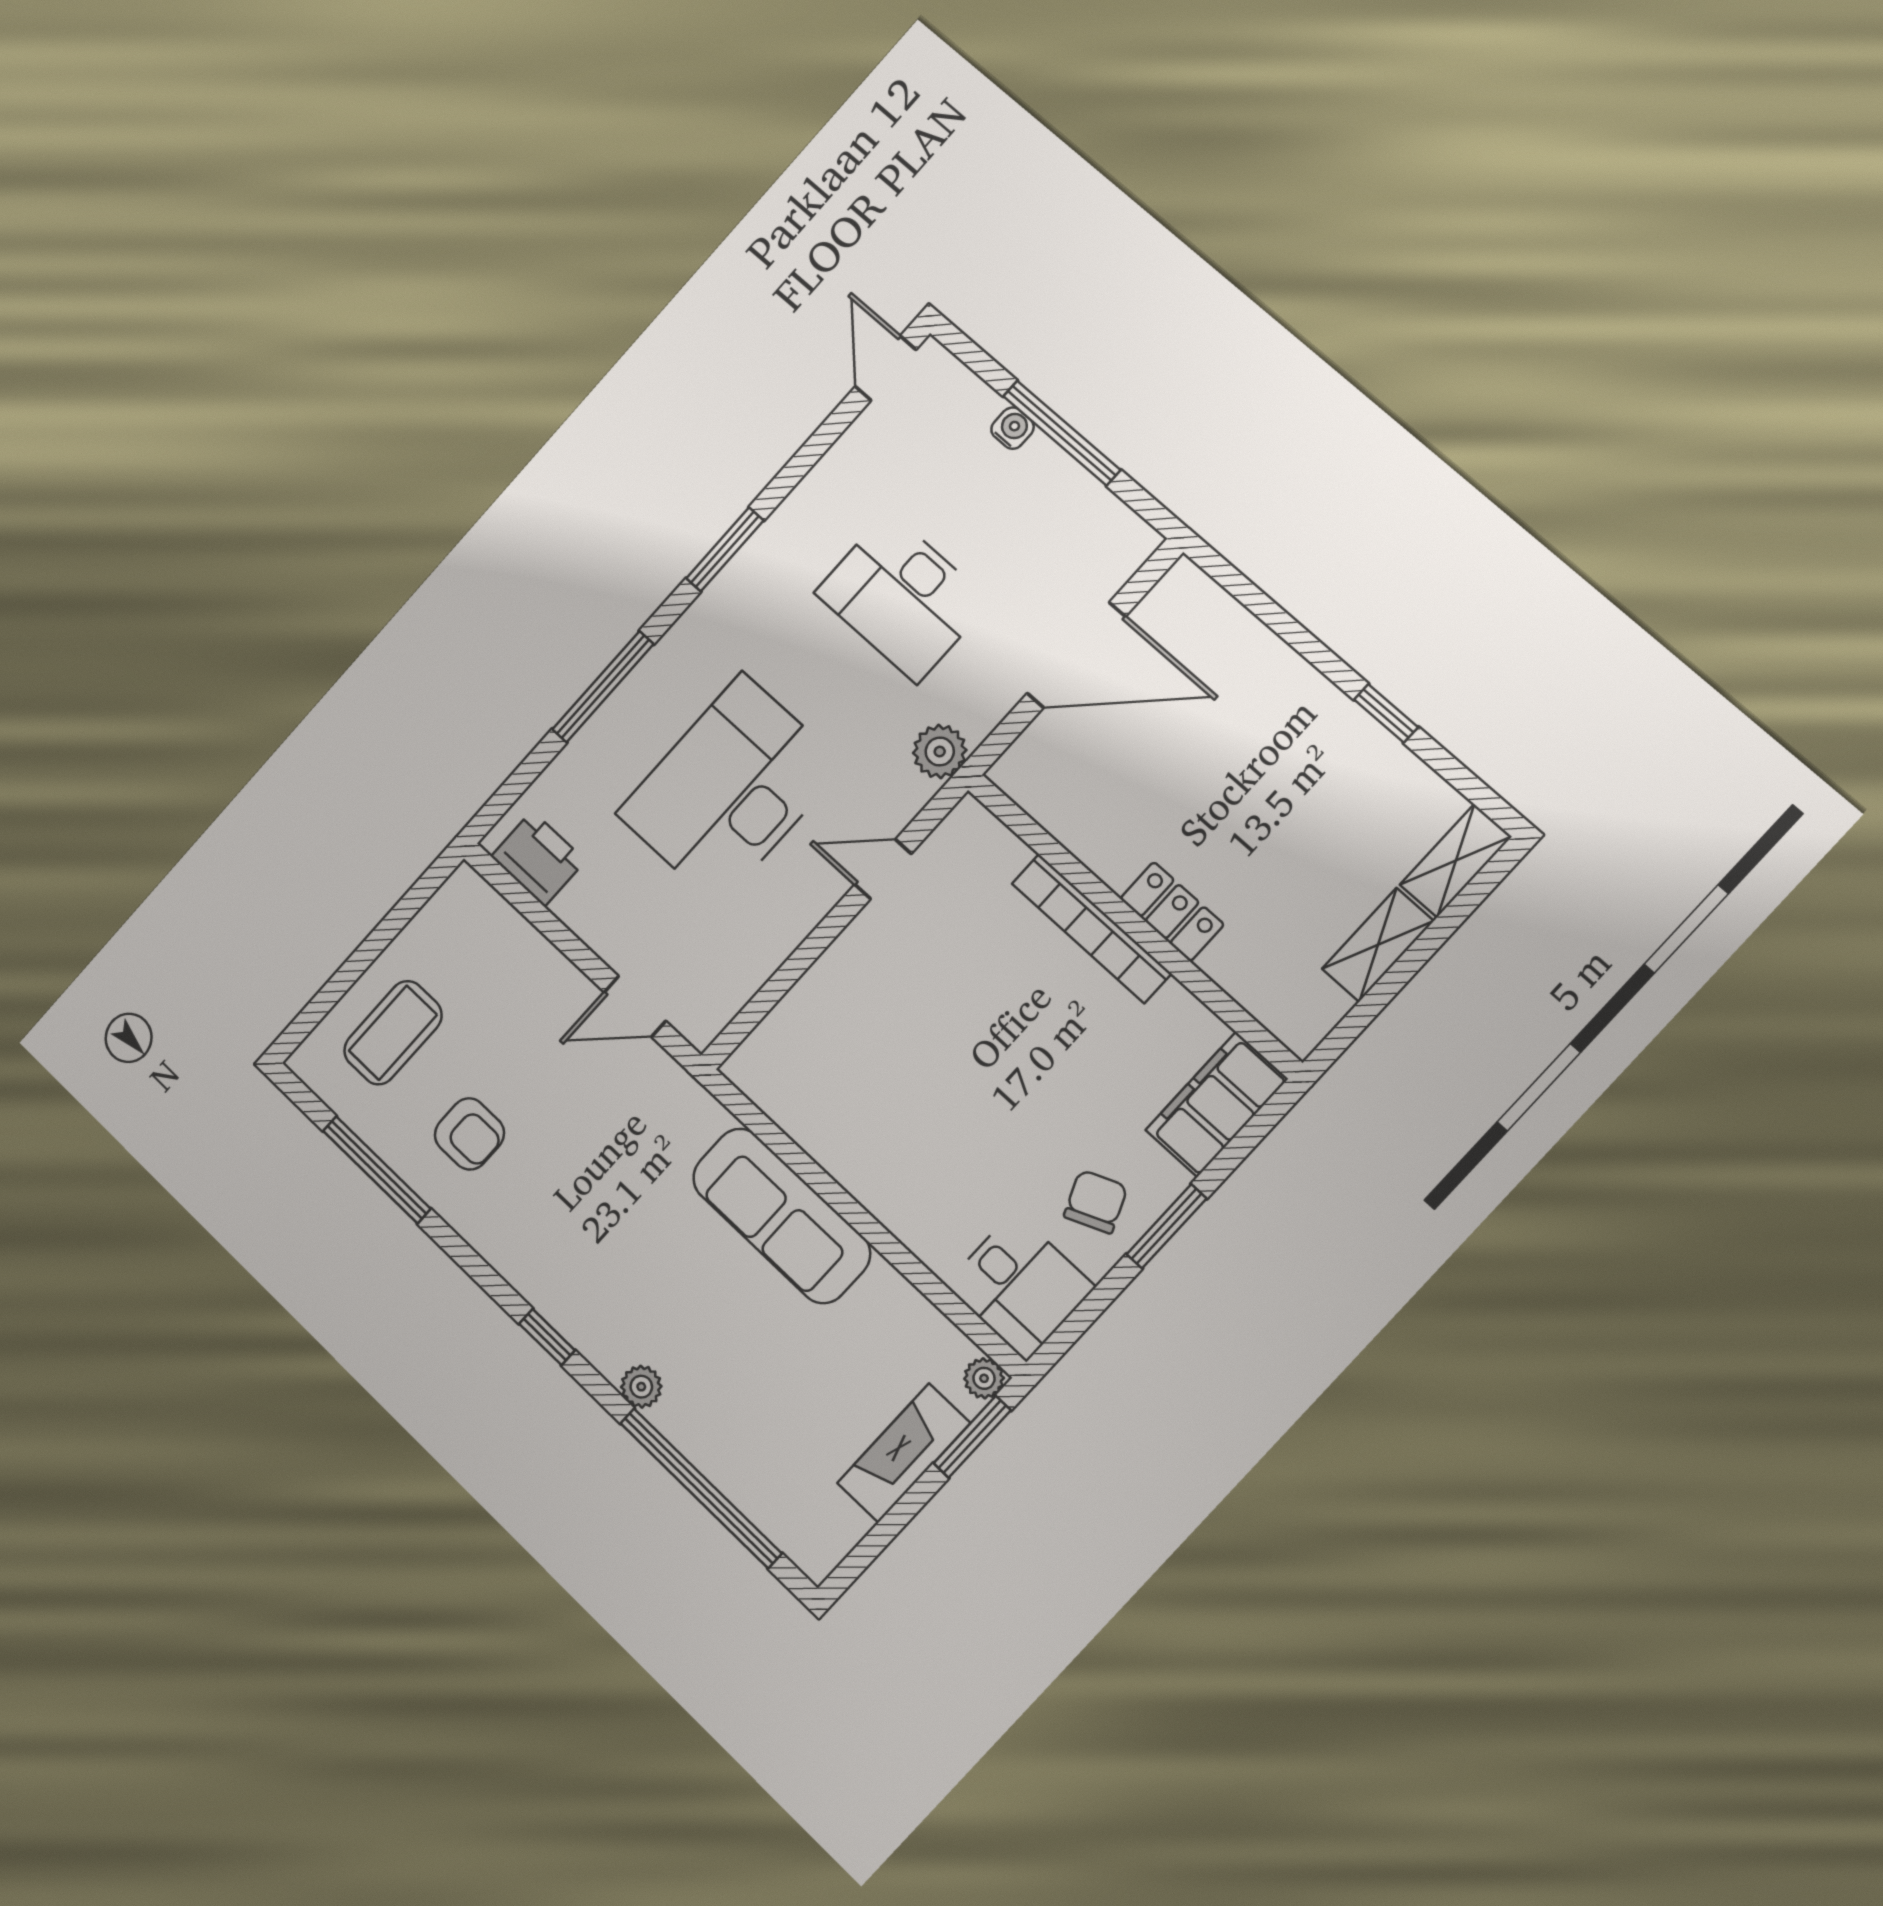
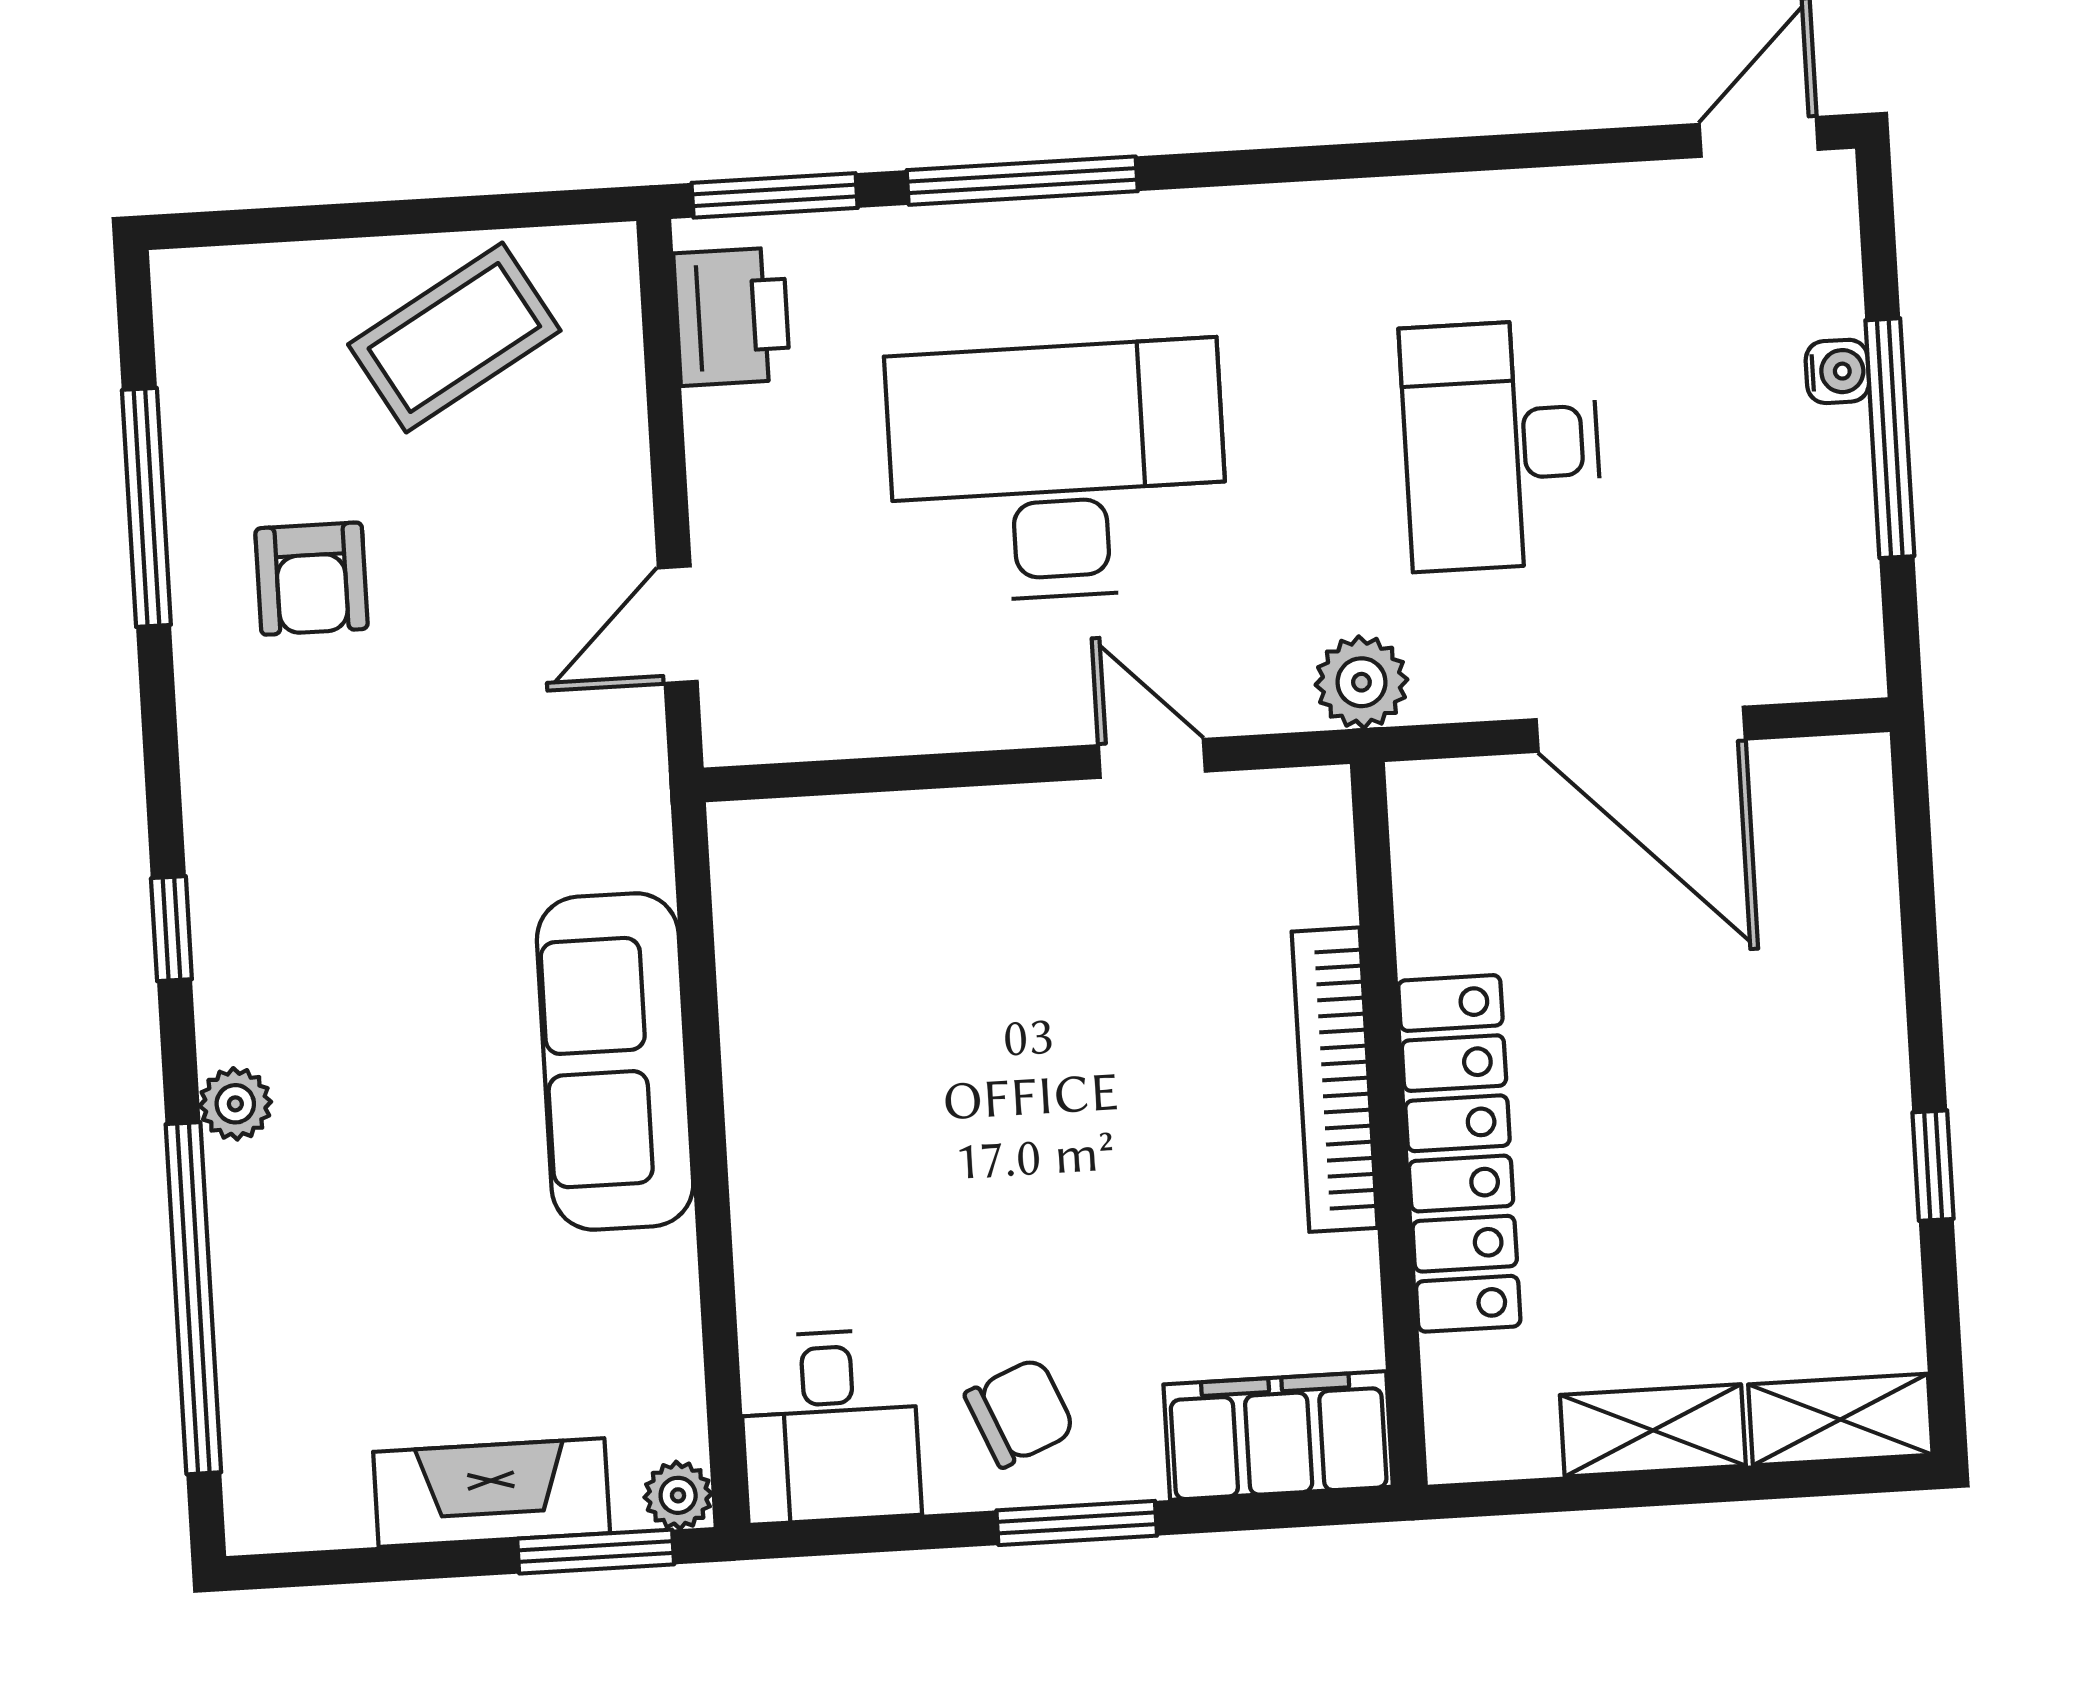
window: (725, 549) -> (775, 195), moved
locker: (1172, 912) -> (1459, 1153), width x2.16, depth x1.21
door: (635, 1007) -> (678, 625), hinge flipped
coffee table: (393, 1033) -> (454, 337), moved, turned -30

